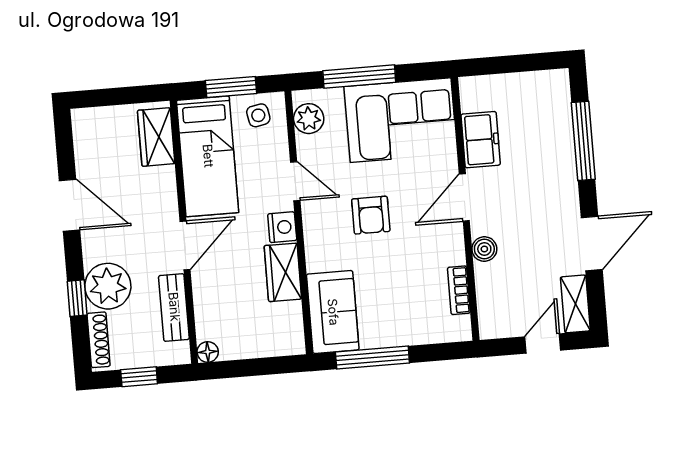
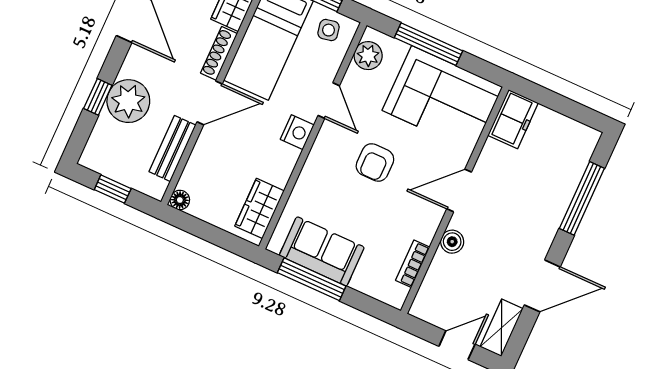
freezer: (481, 140) -> (513, 119), moved
wardrobe: (283, 272) -> (260, 208), moved
sofa: (333, 312) -> (322, 251), moved, turned -90
shoe rack: (99, 340) -> (219, 53), moved, turned 180

